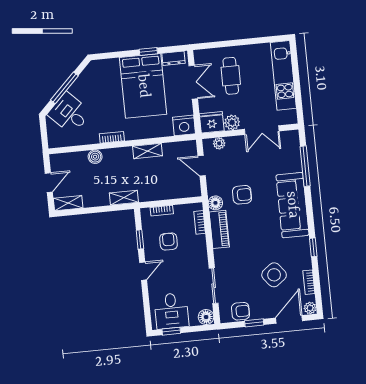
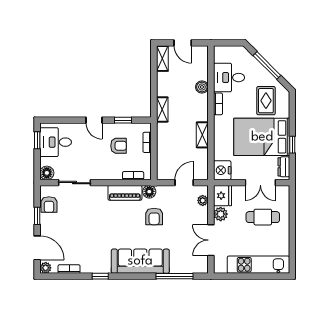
rug: (103, 85) -> (266, 101), added
desk: (69, 113) -> (229, 78), moved, turned -135
side table: (274, 275) -> (79, 238), removed

